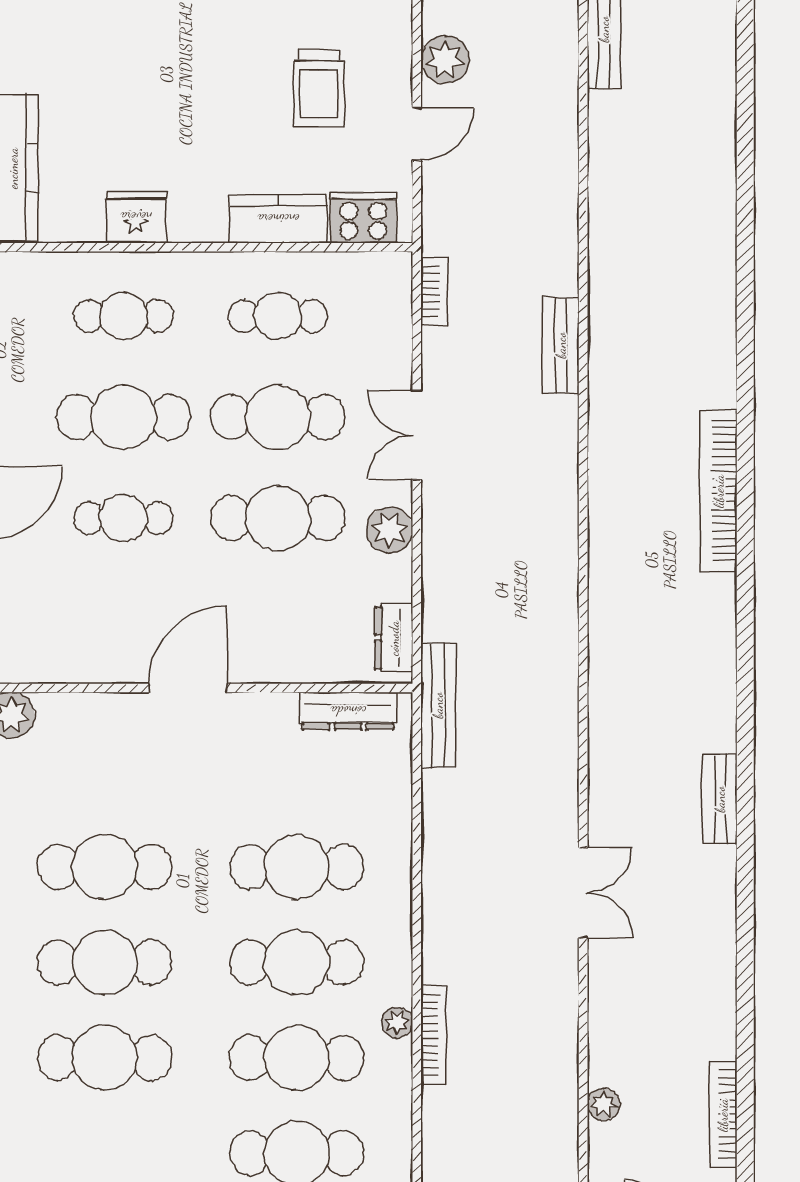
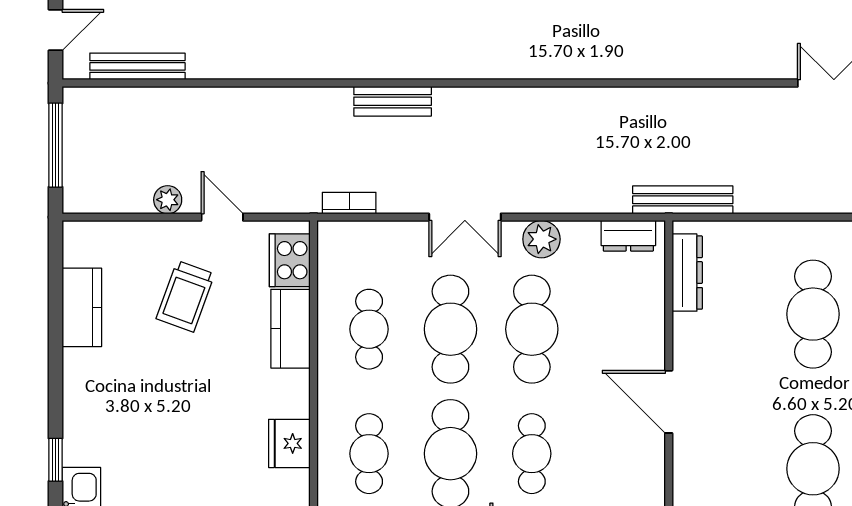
plant: (445, 60) -> (168, 200), width x0.73, depth x0.73
trolley: (319, 88) -> (185, 296), turned 110

